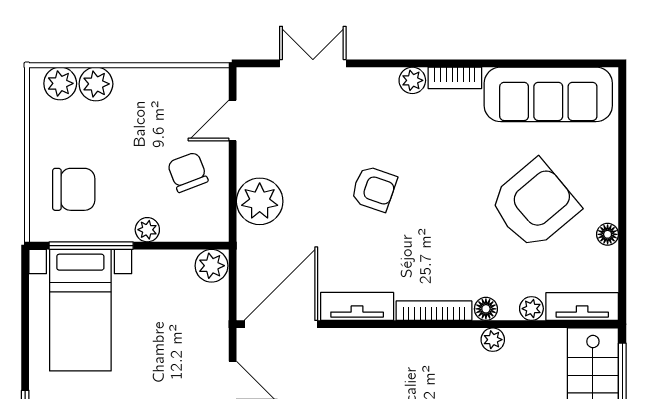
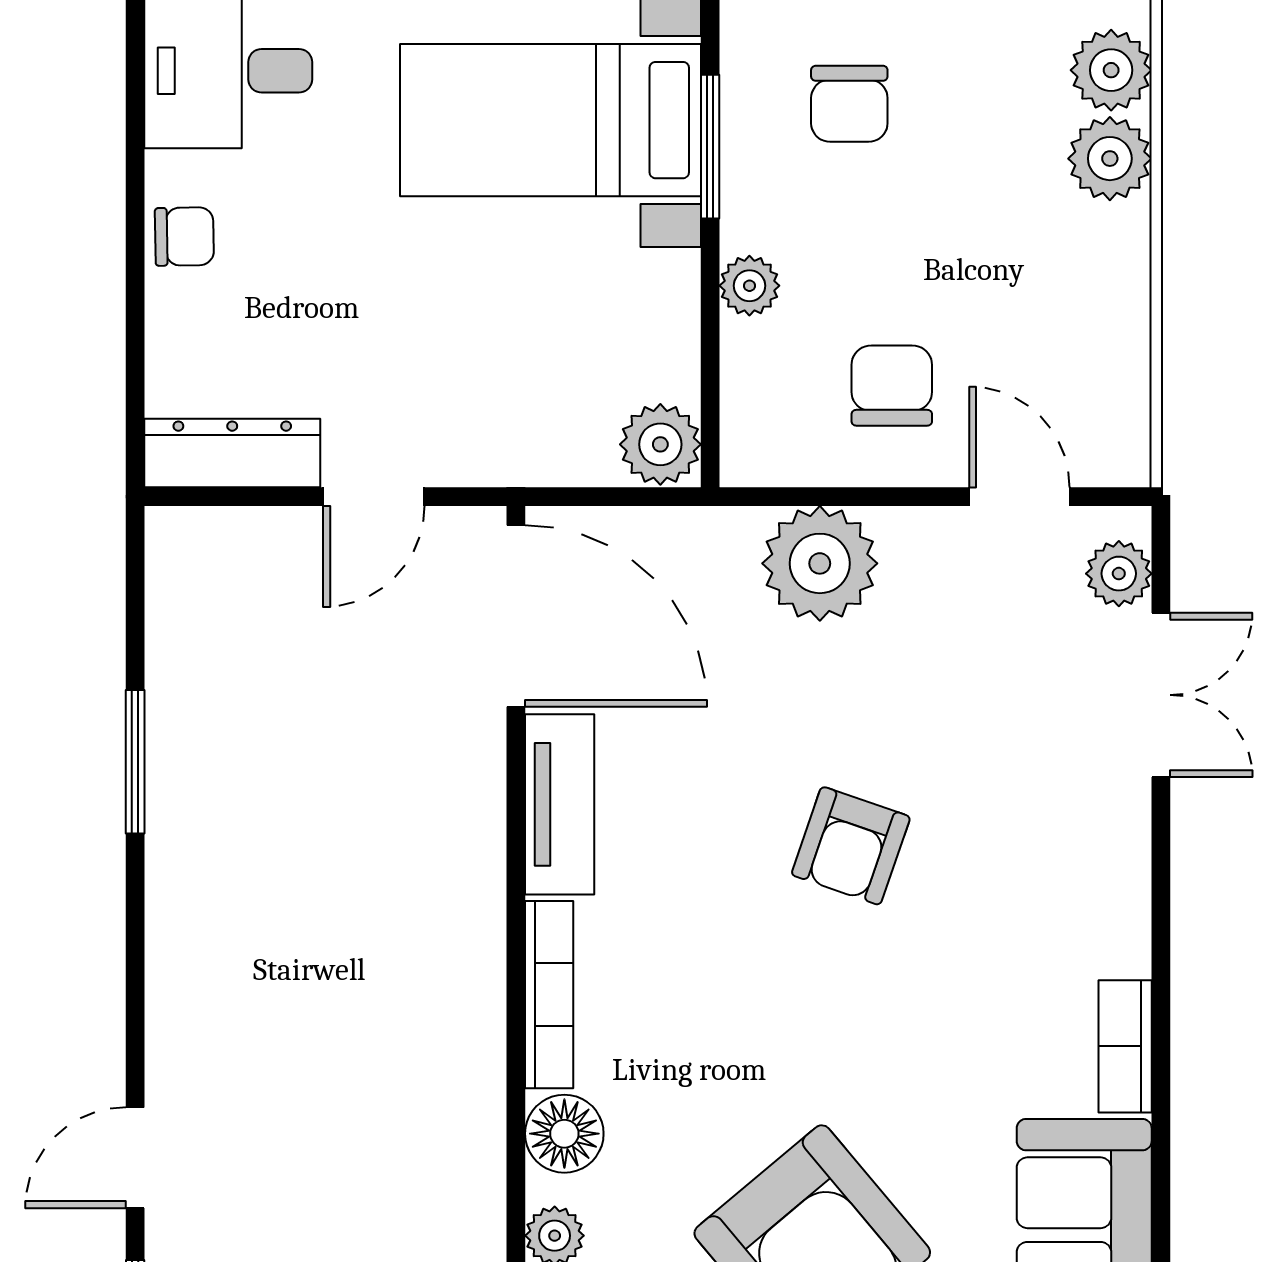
plant: (412, 80) -> (1119, 574), moved
chair: (188, 172) -> (892, 386), turned -69
chair: (74, 189) -> (849, 104), width x0.73, depth x0.73
window: (91, 246) -> (710, 147), width x0.69
floor lamp: (486, 309) -> (564, 1134), width x1.37, depth x1.37
plant: (493, 340) -> (478, 1140), removed

